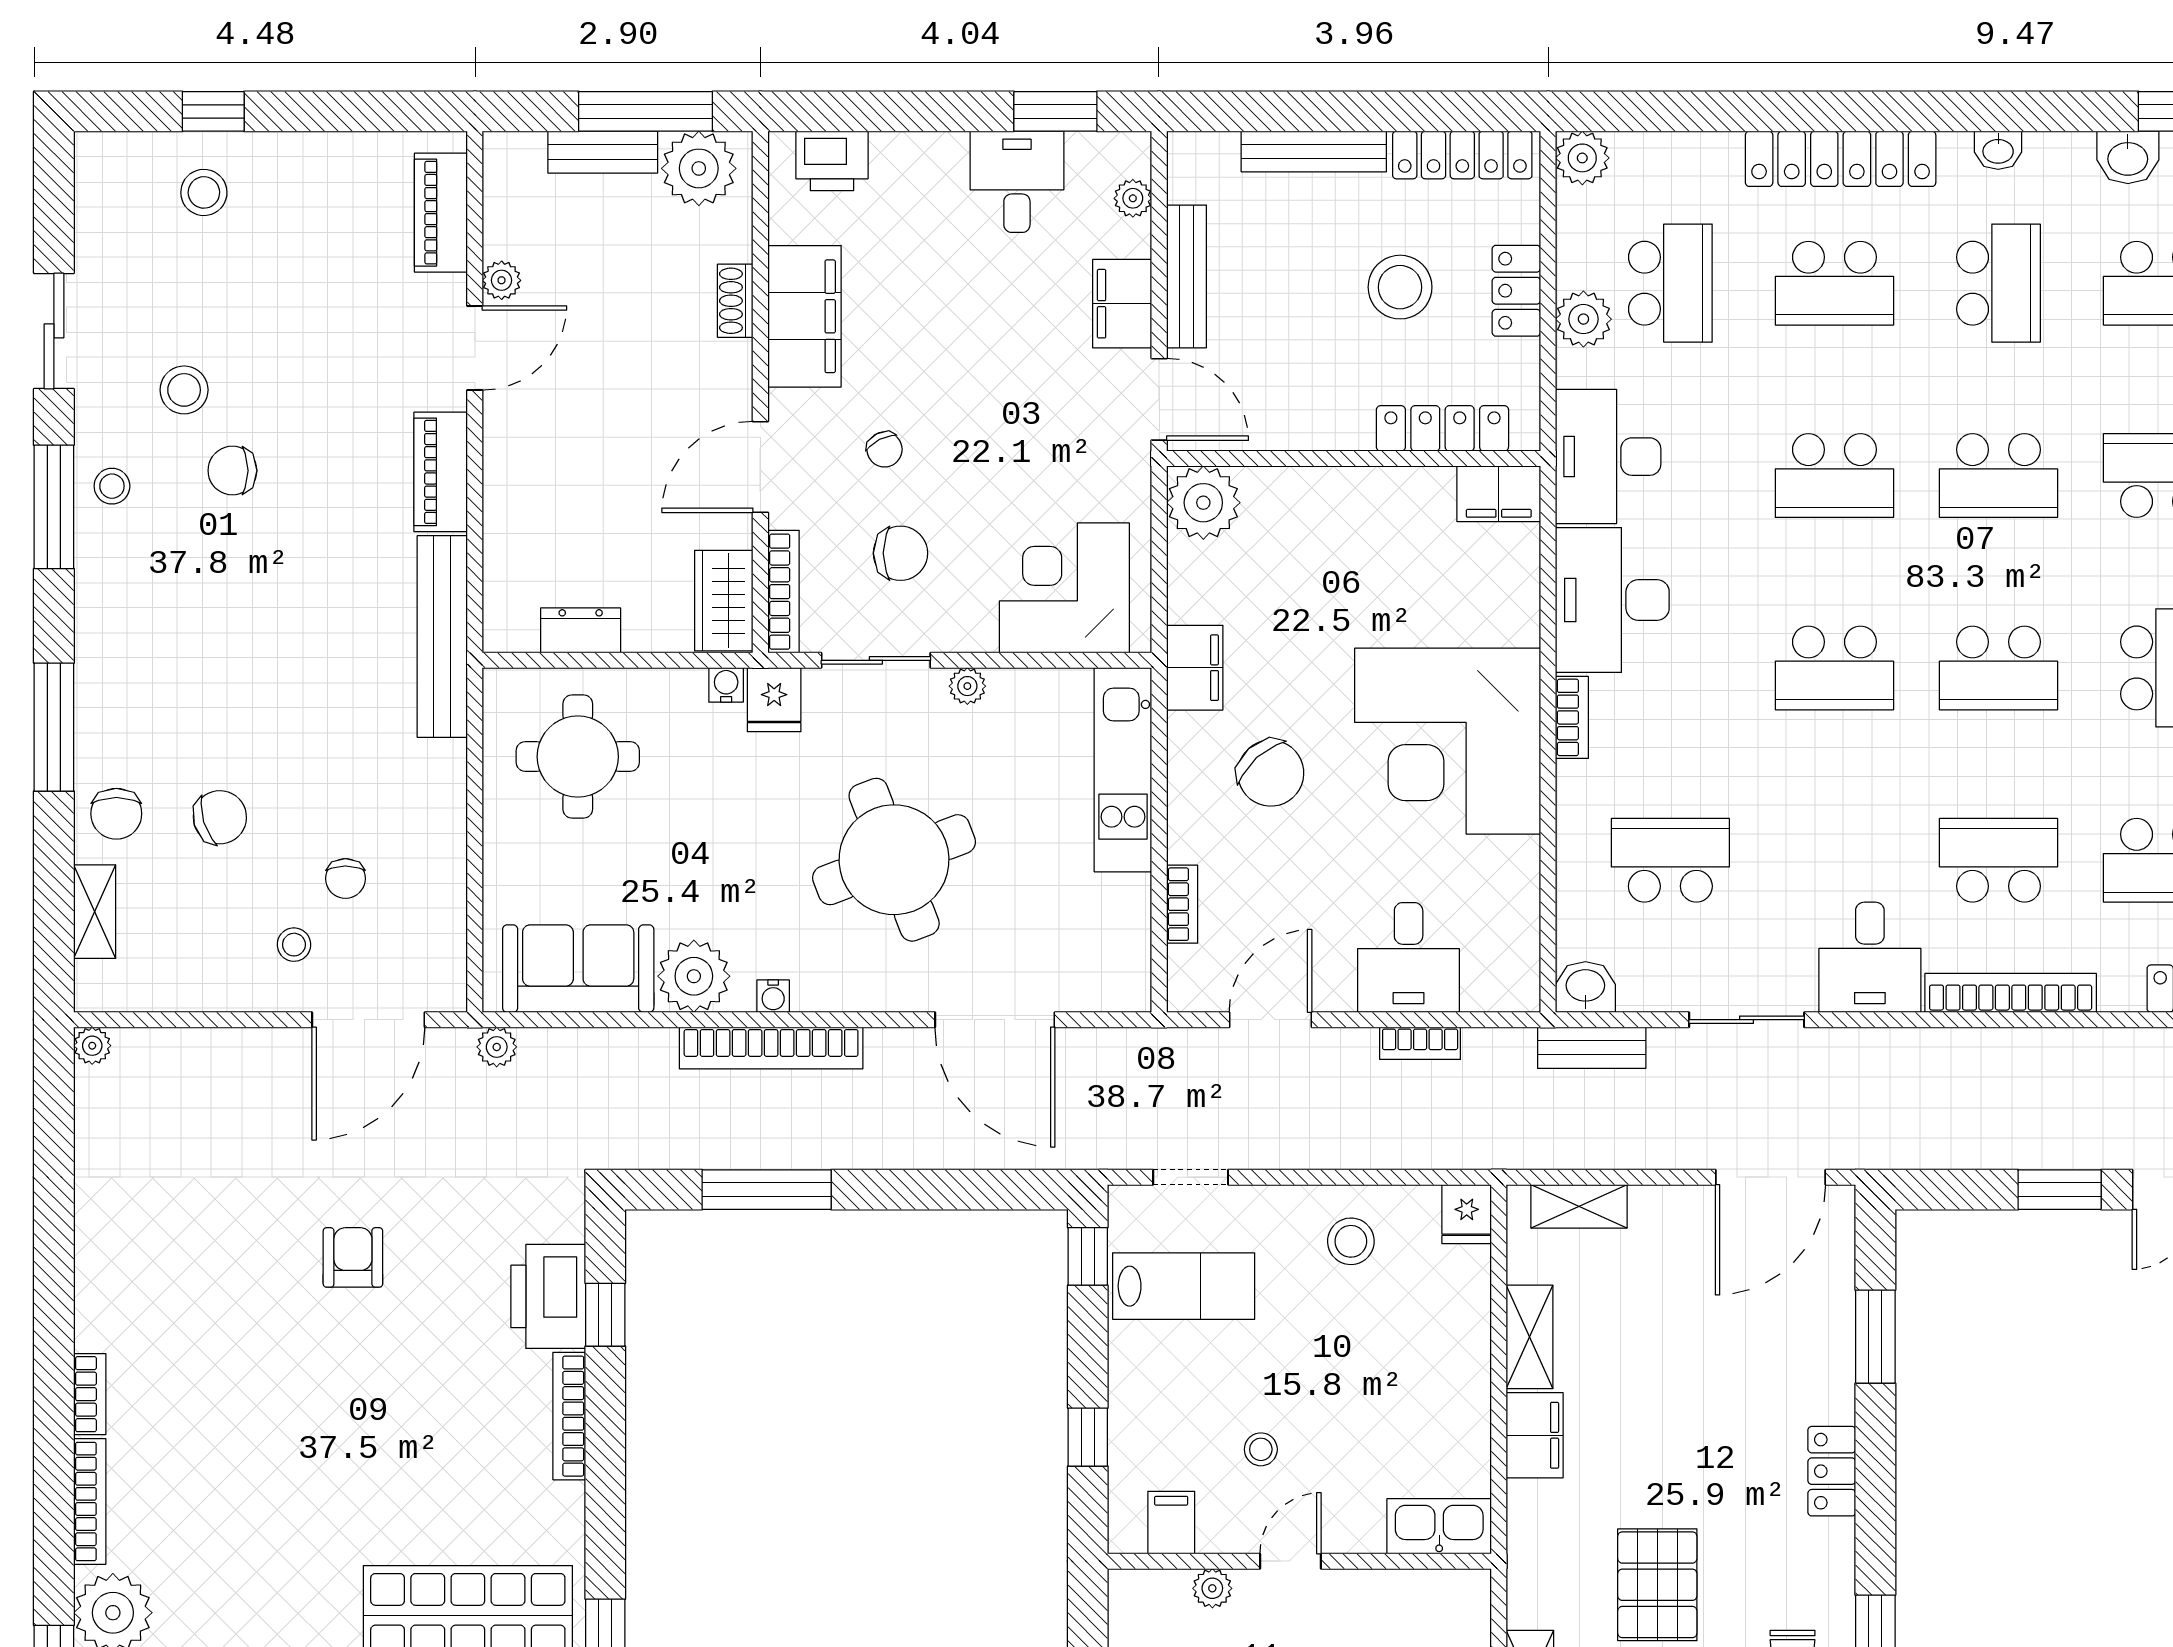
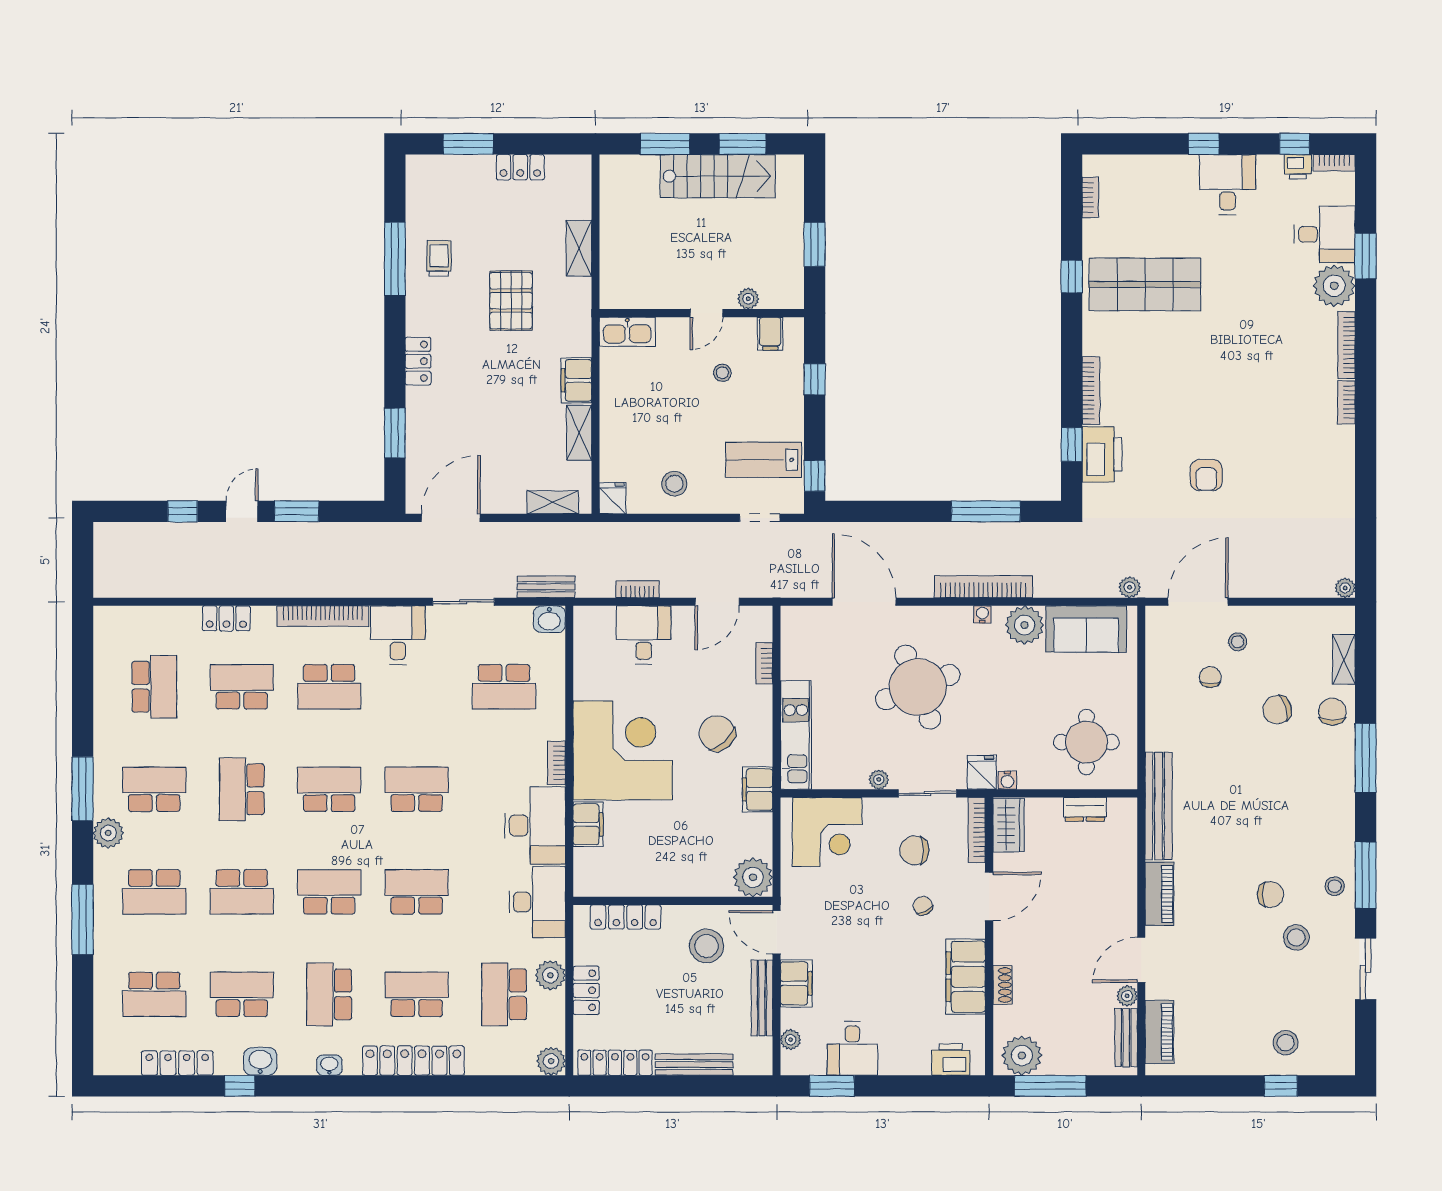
bench: (603, 152) -> (1126, 1038), moved, turned 90
stool: (1400, 287) -> (707, 946), moved
filing cabinet: (1499, 494) -> (588, 824), moved, turned 90

